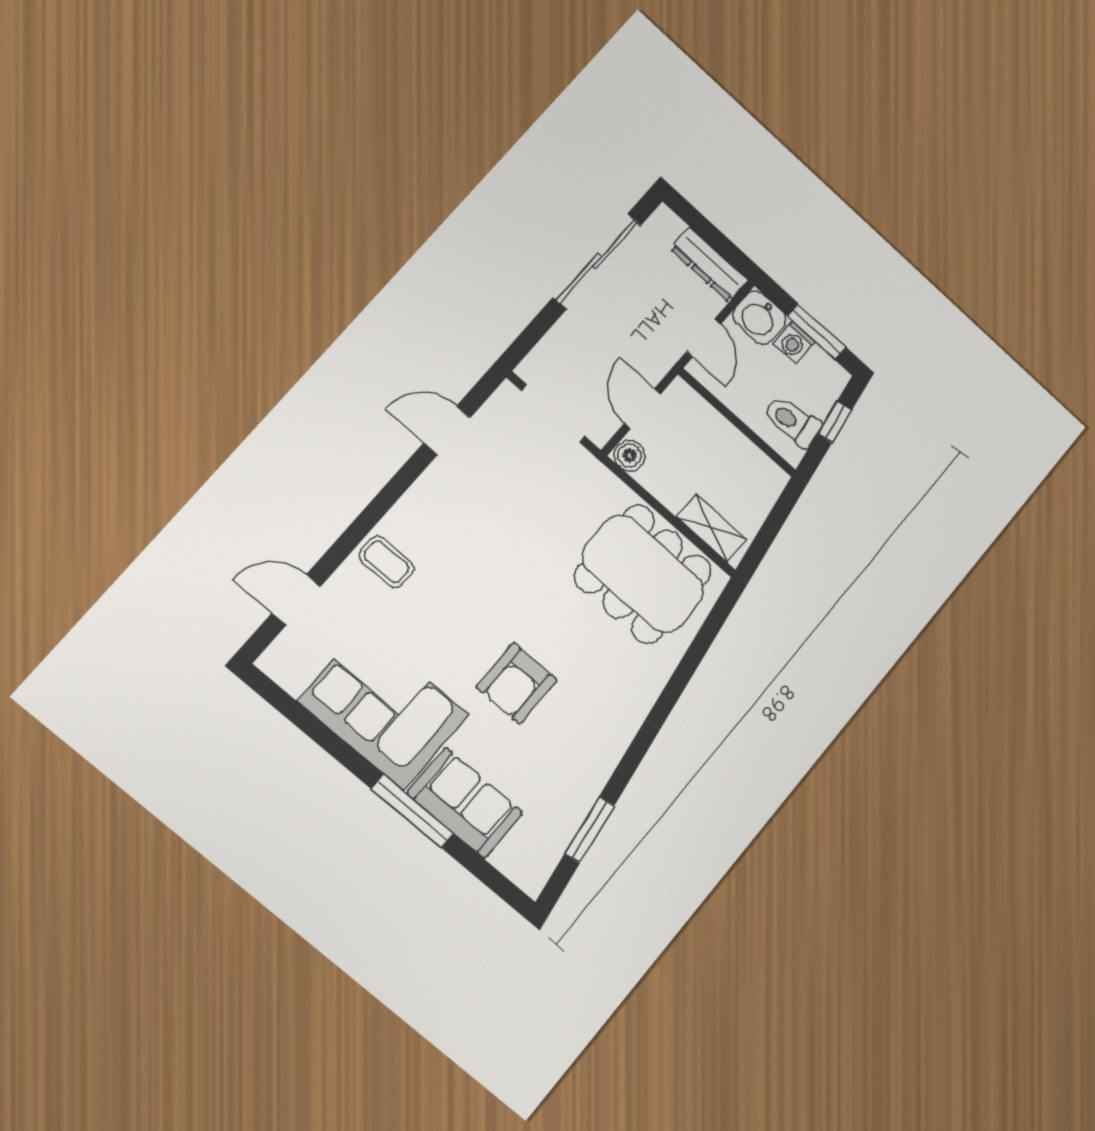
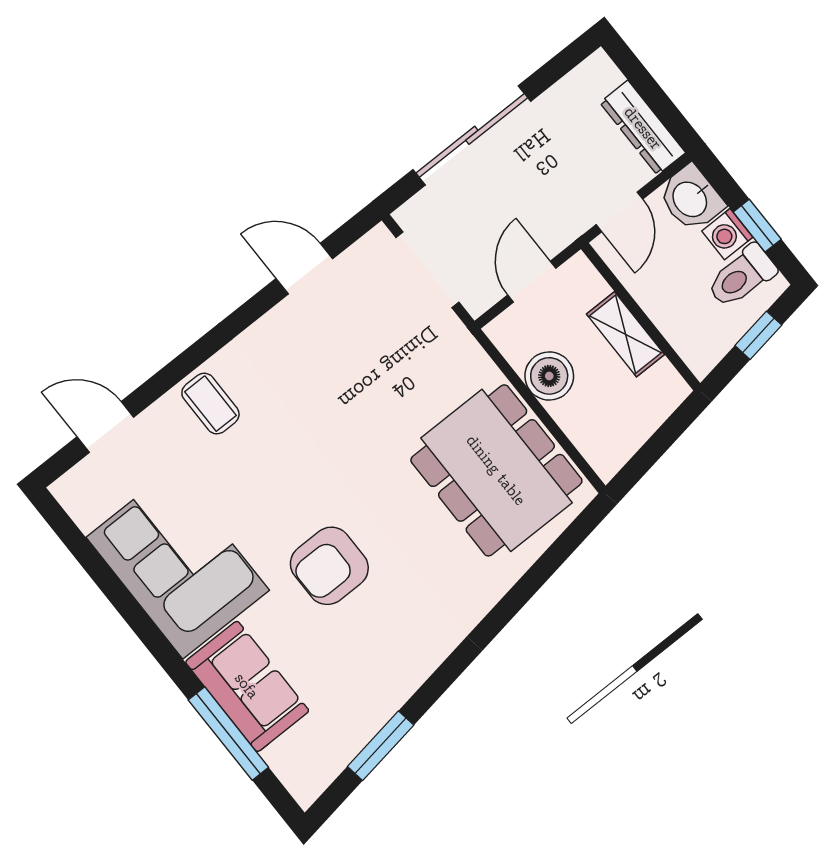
sliding door: (597, 261) -> (472, 135), moved
window: (817, 331) -> (757, 226), width x0.67
toilet: (792, 422) -> (742, 276), moved, turned -81
boiler: (630, 456) -> (549, 376), moved, width x1.36, depth x1.36
shelving: (712, 528) -> (625, 334), moved
window: (413, 811) -> (228, 734), moved

